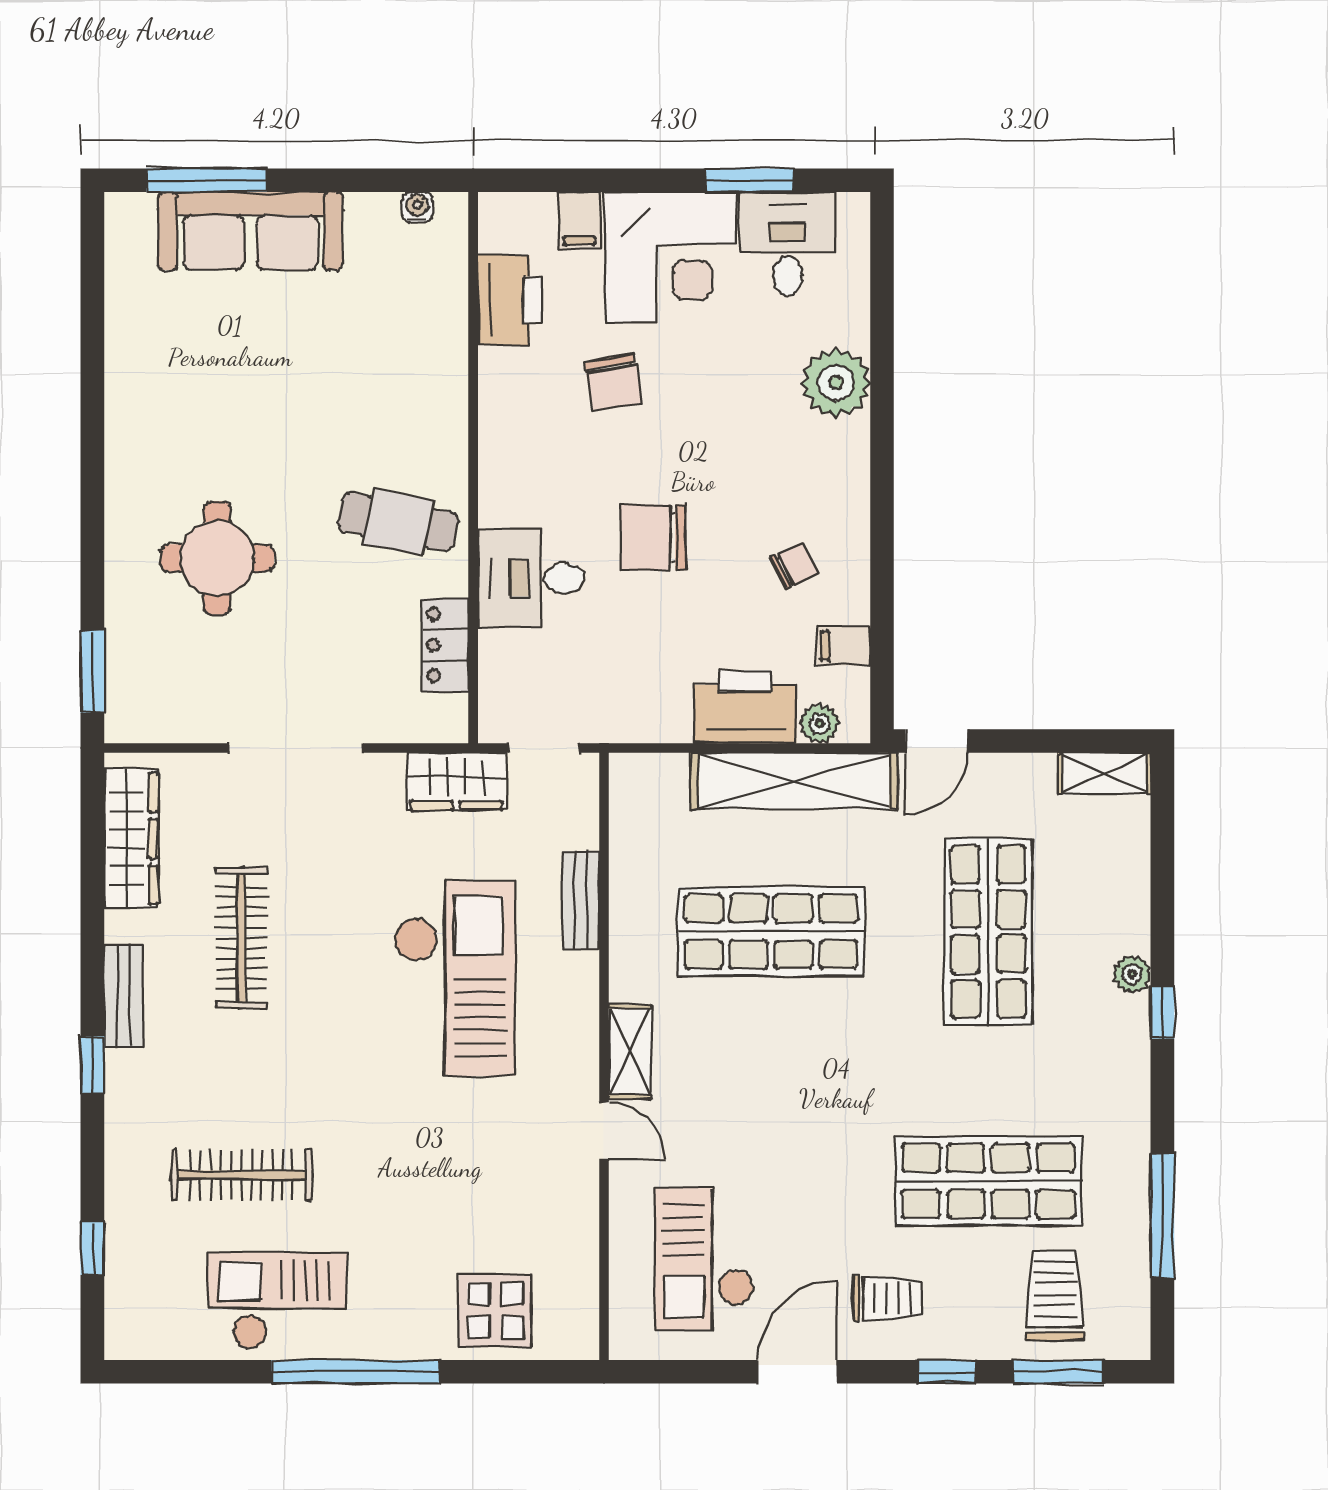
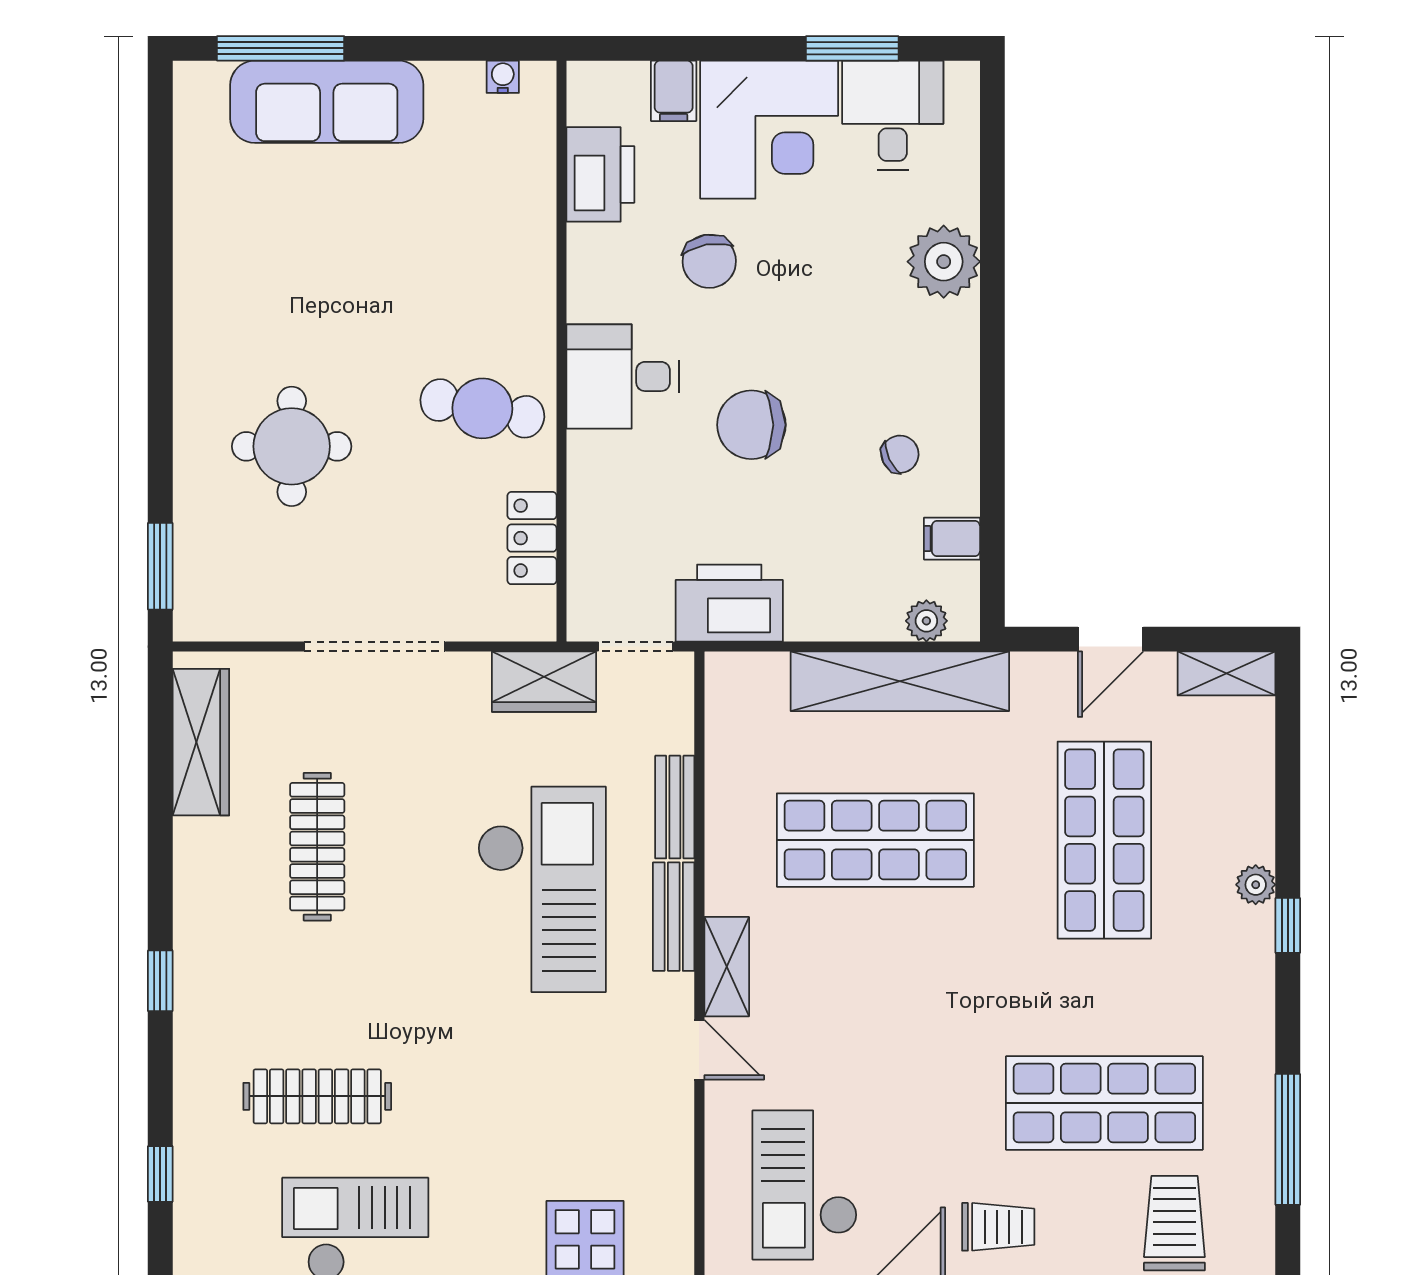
desk: (531, 578) -> (623, 376), moved
printer: (745, 707) -> (729, 603), moved
door: (936, 741) -> (1111, 639), moved
bench: (124, 996) -> (674, 917), moved

